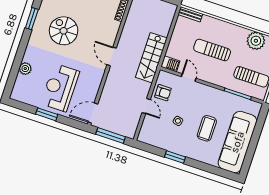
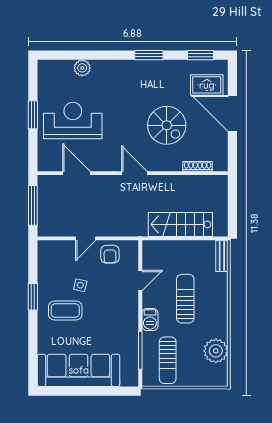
spiral stairs: (64, 31) -> (167, 125), moved, turned 90
door: (112, 56) -> (134, 173), hinge flipped
stairs: (151, 58) -> (180, 224), moved
barbecue: (170, 64) -> (150, 320), moved
door: (93, 113) -> (76, 173), moved
coffee table: (207, 128) -> (65, 310), moved

